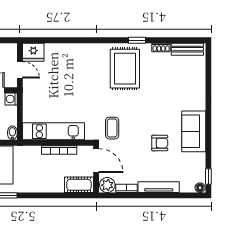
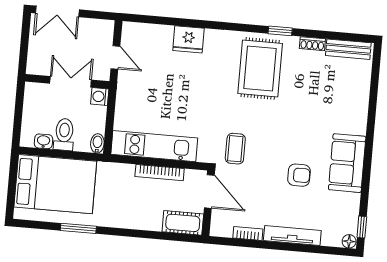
fridge: (33, 52) -> (188, 39), moved
plant: (107, 185) -> (222, 227), removed

